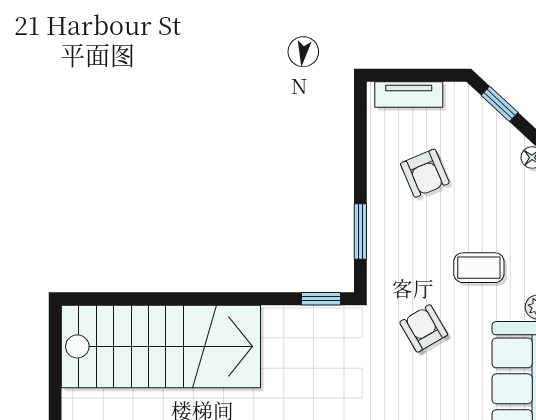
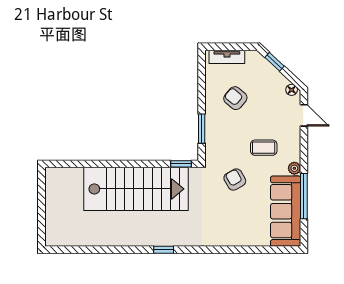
armchair: (425, 173) -> (235, 98), turned 153
stairs: (161, 346) -> (136, 189), moved

